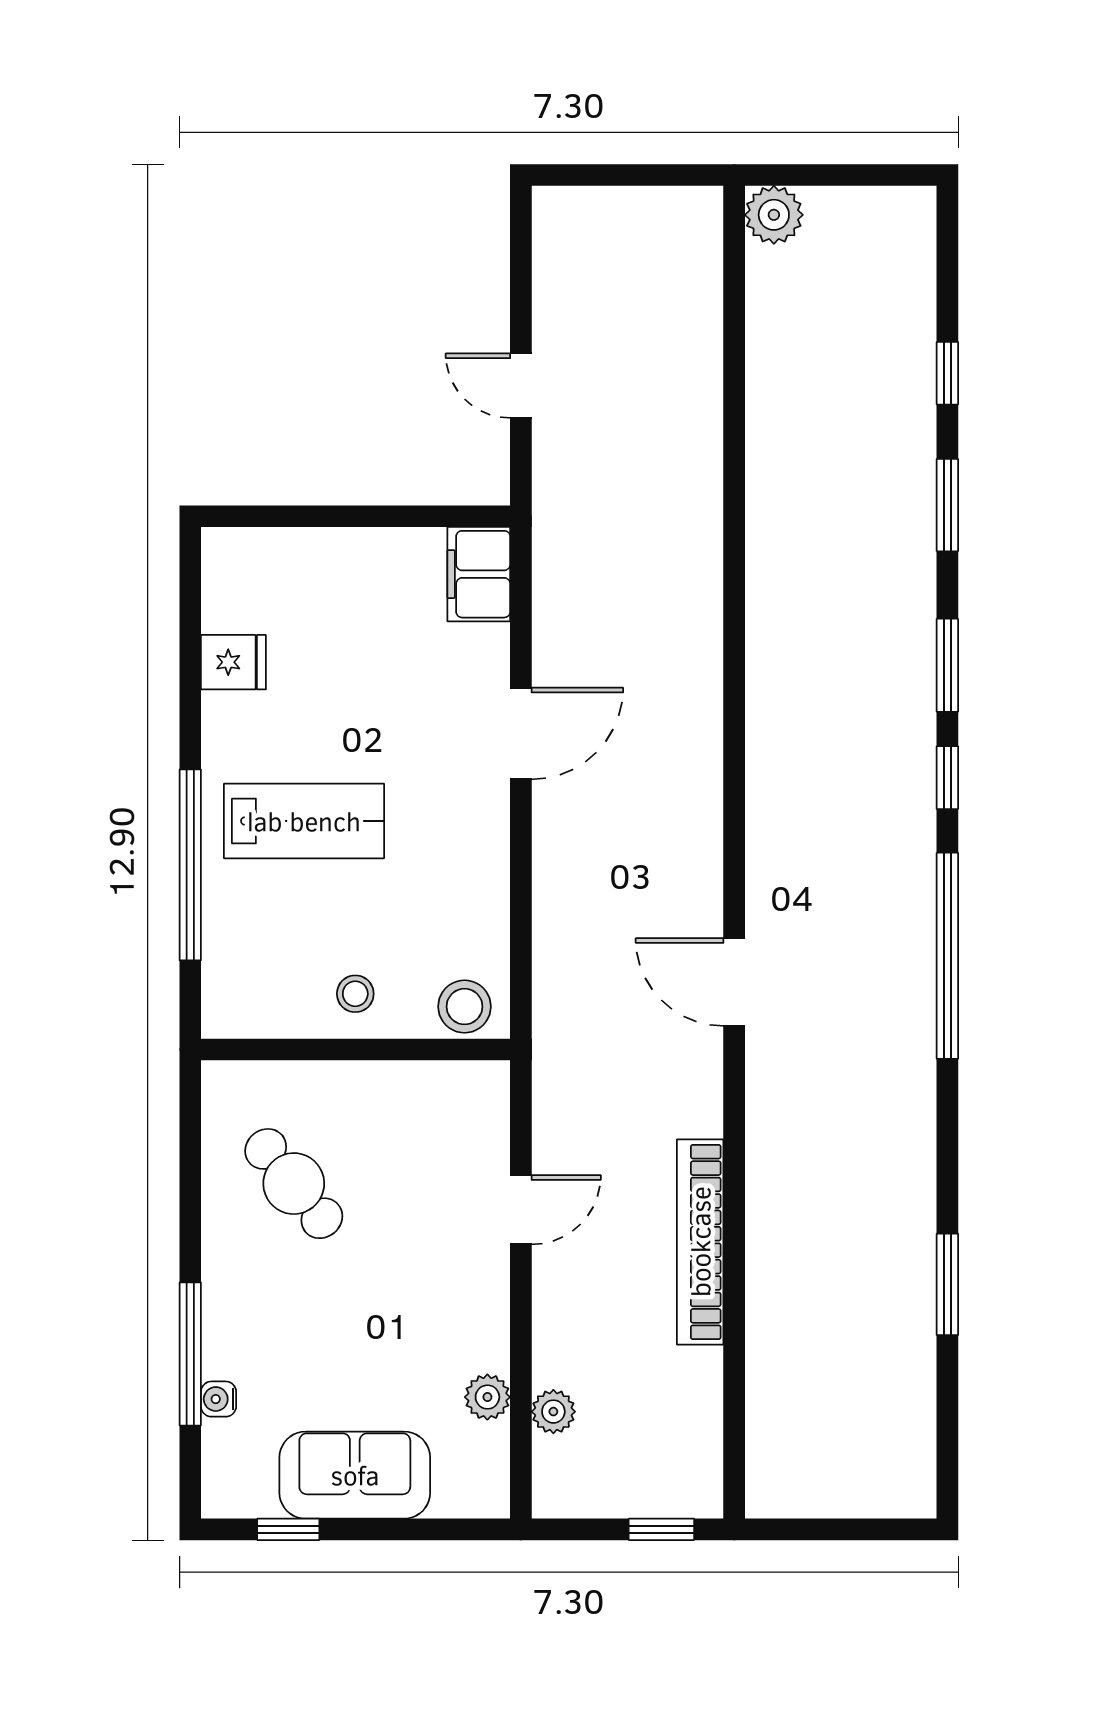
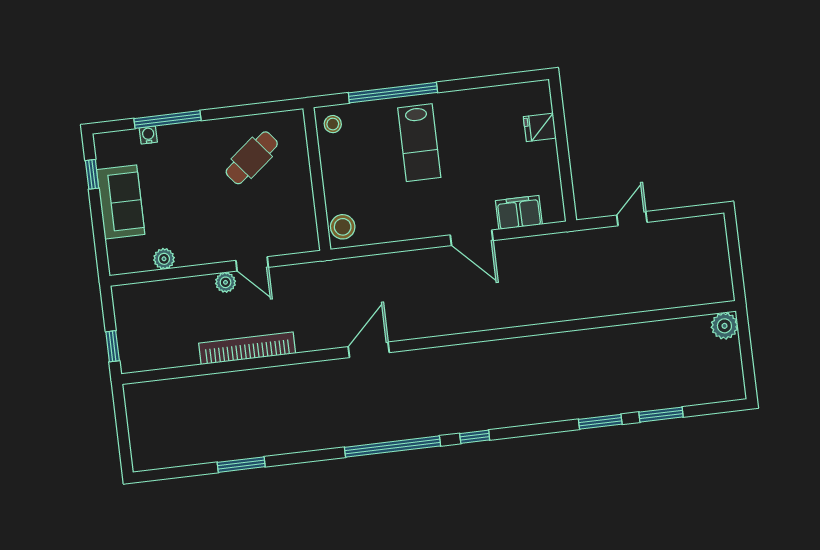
window: (947, 373) -> (661, 415), width x1.50
filing cabinet: (479, 574) -> (519, 212), moved
fridge: (233, 662) -> (540, 127), moved, turned 90
window: (947, 665) -> (526, 431), removed
stool: (355, 994) -> (333, 124), moved
plant: (553, 1412) -> (226, 282), moved

